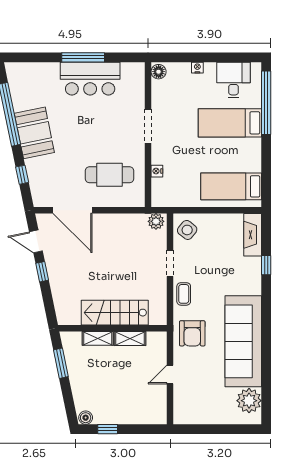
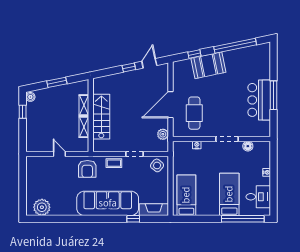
floor lamp: (159, 72) -> (248, 146), moved
booth: (34, 133) -> (208, 65), moved
door: (73, 210) -> (170, 105), moved
plant: (156, 221) -> (163, 134), moved
armchair: (192, 333) -> (87, 169), turned -90
sofa: (243, 341) -> (108, 203), moved
window: (61, 363) -> (57, 82), moved

